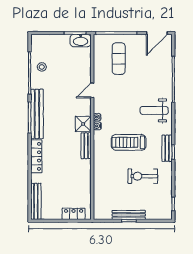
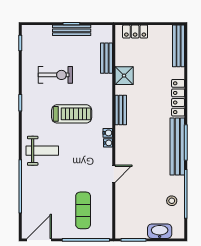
washbasin: (81, 41) -> (160, 231), moved
shower: (83, 124) -> (124, 76), moved
bench: (167, 148) -> (107, 58), moved

